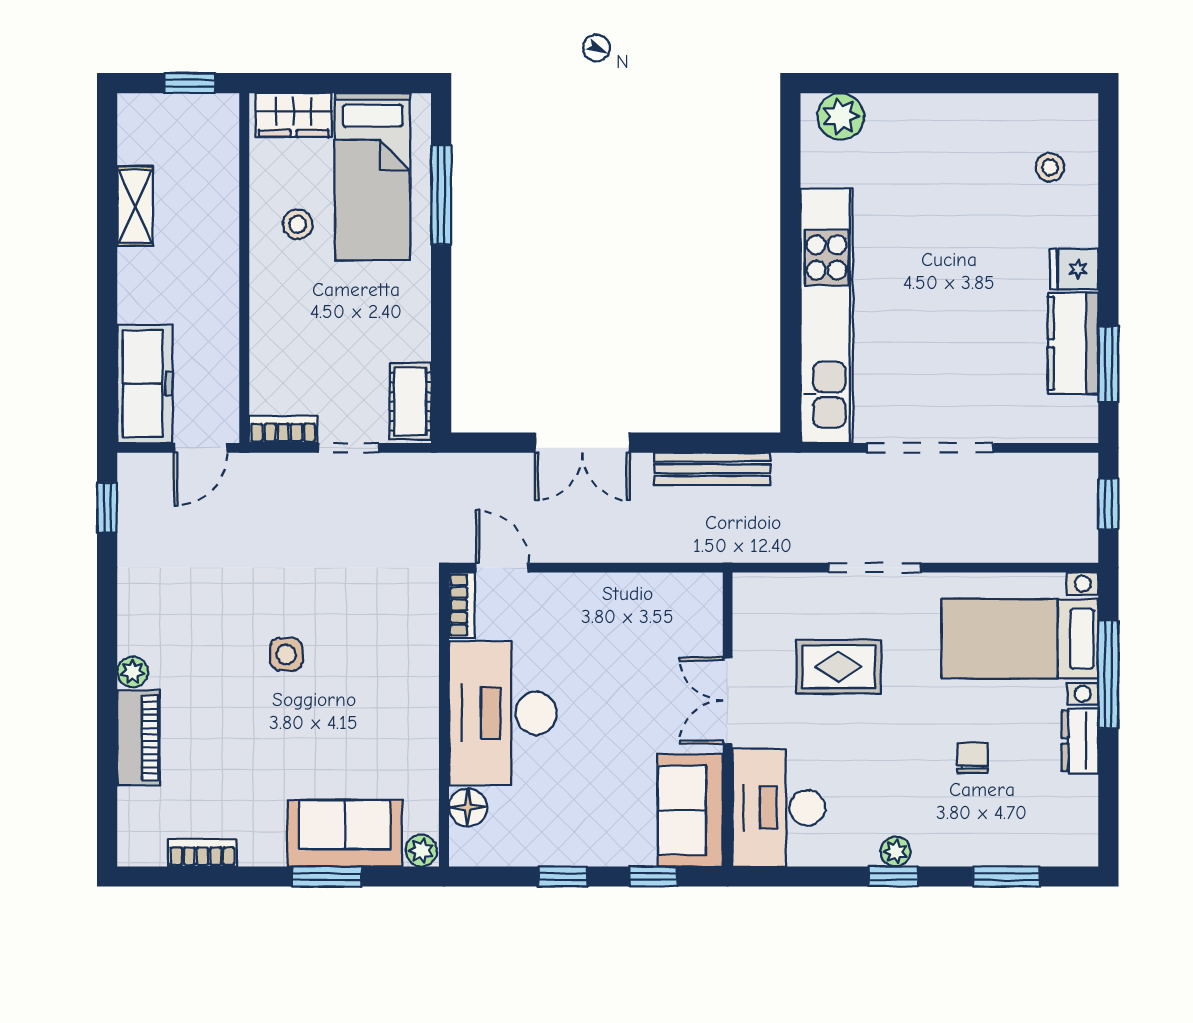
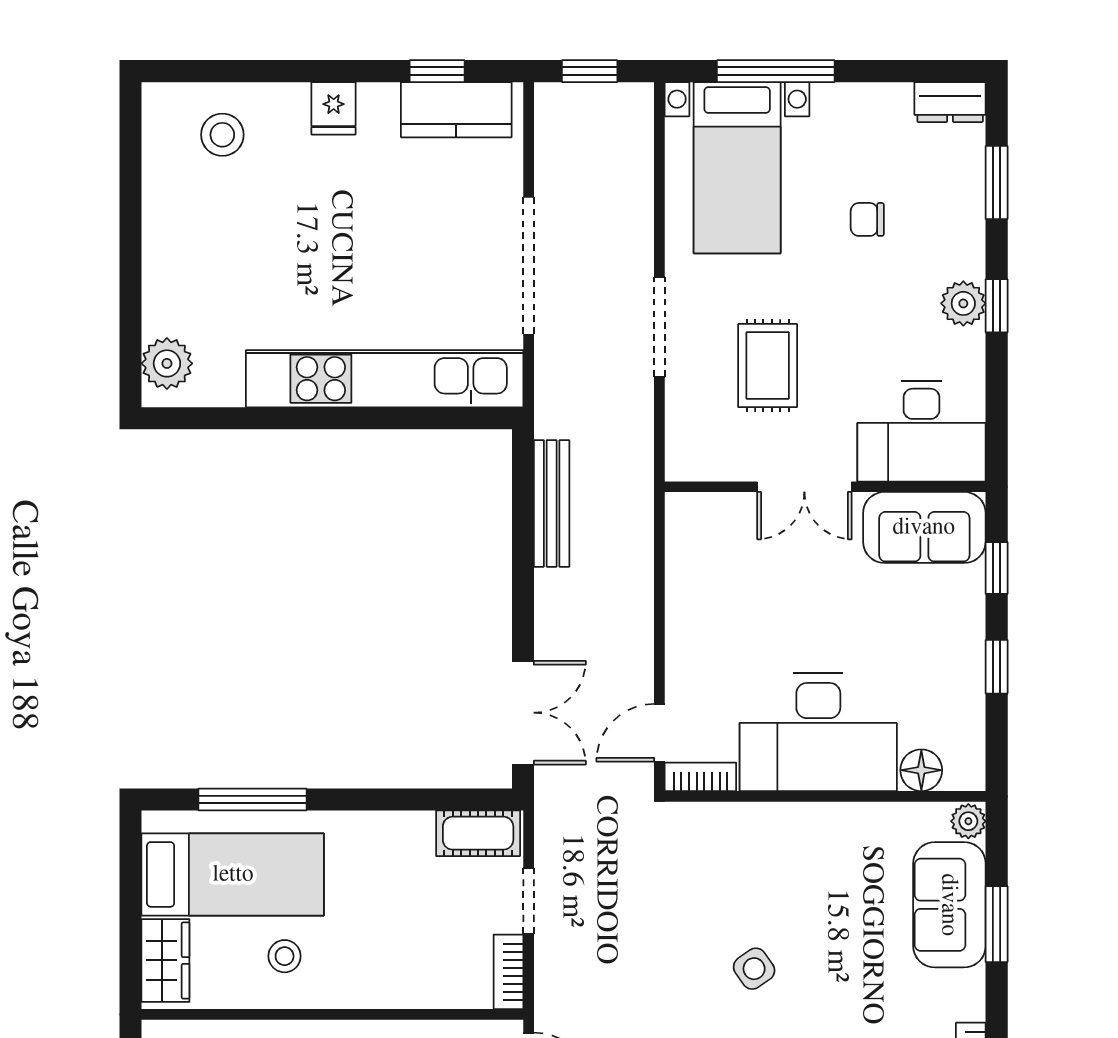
stool: (1050, 167) -> (222, 135), width x1.37, depth x1.37
kitchen counter: (1073, 343) -> (456, 110), moved
window: (1108, 364) -> (437, 71), width x0.67
double door: (582, 443) -> (523, 713), moved
side table: (286, 654) -> (754, 969), turned -35
dresser: (1080, 741) -> (950, 102), moved
plant: (896, 852) -> (963, 303), width x1.38, depth x1.38

